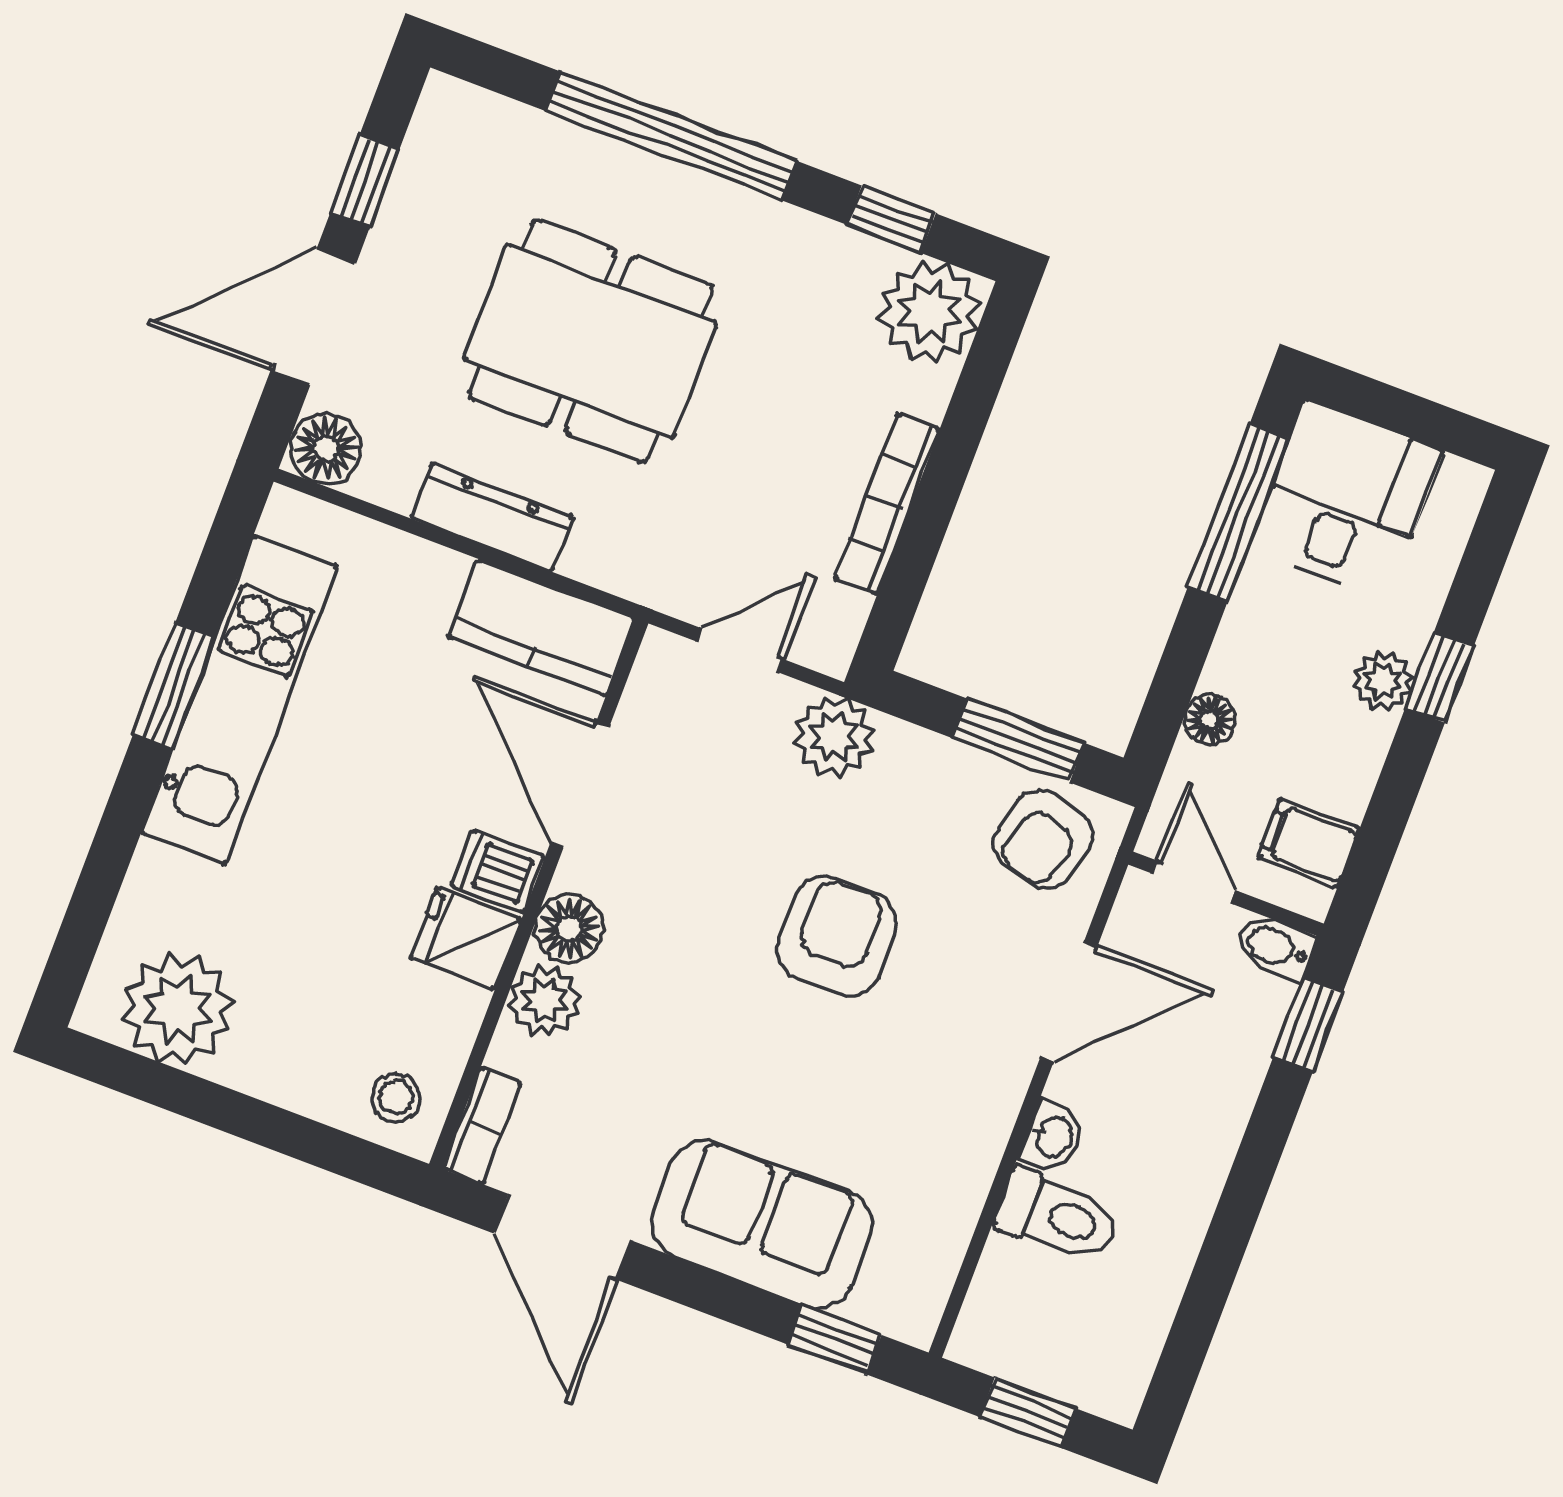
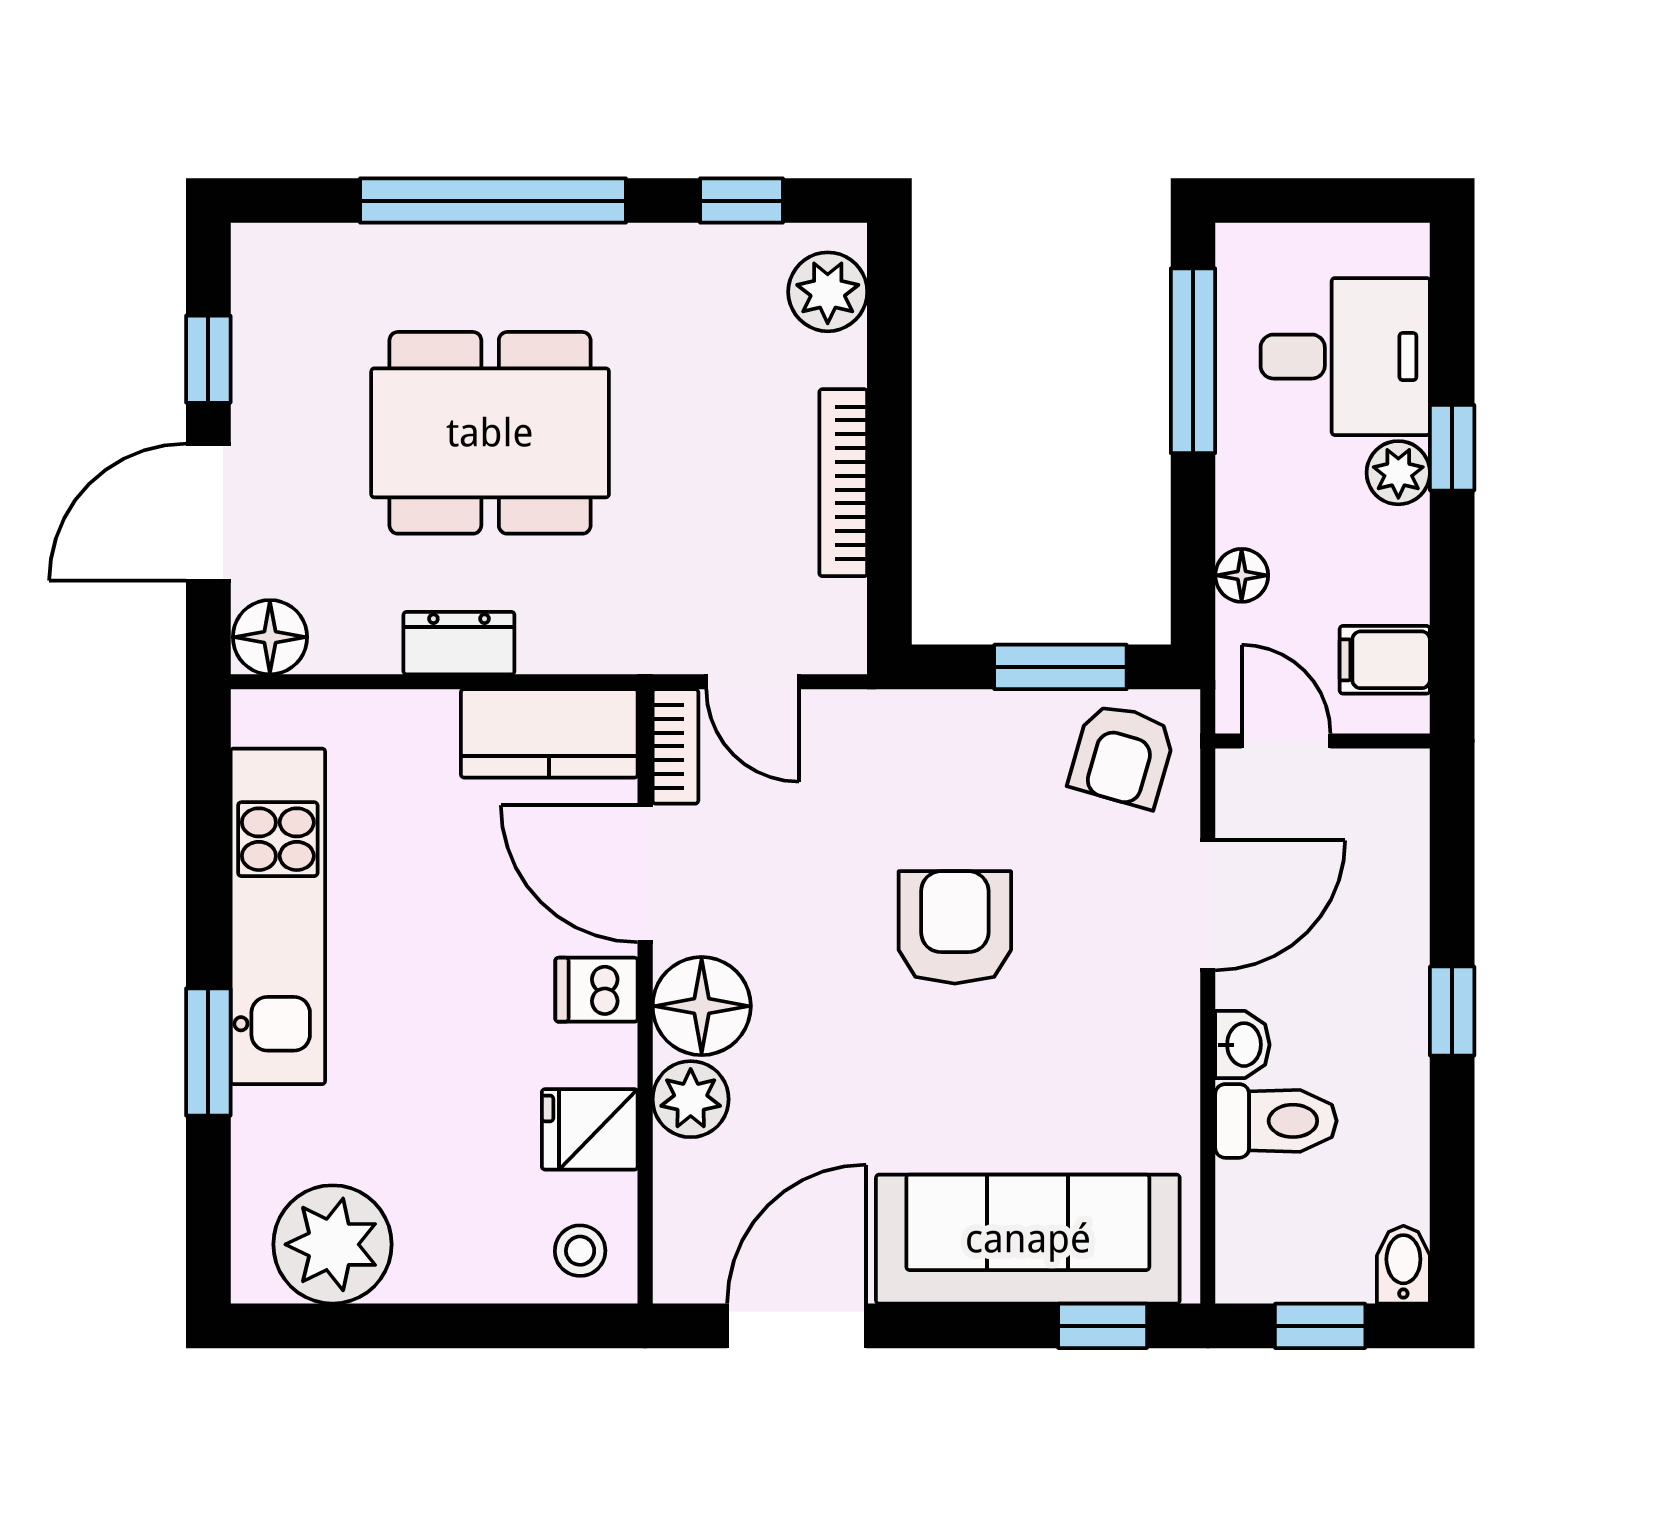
plant: (929, 312) -> (828, 292), width x0.73, depth x0.73
desk: (1346, 499) -> (1345, 357), moved, turned 90
dresser: (492, 517) -> (459, 643), width x0.70
door: (740, 650) -> (753, 682), swing flipped
window: (174, 686) -> (208, 1052), moved
plant: (834, 737) -> (877, 732), removed
floor lamp: (569, 928) -> (702, 1006), width x1.38, depth x1.38
fridge: (466, 938) -> (590, 1129), moved
bidet: (1275, 947) -> (1403, 1265), moved, turned 90
window: (1308, 1024) -> (1452, 1011), moved
bookcase: (482, 1126) -> (675, 746), moved
sofa: (761, 1224) -> (1028, 1239), width x1.36
door: (563, 1237) -> (797, 1326), swing flipped

